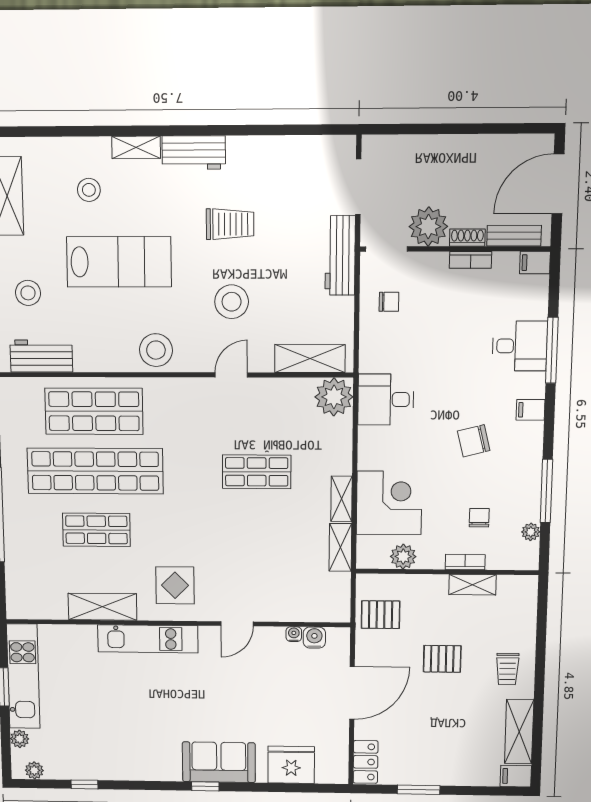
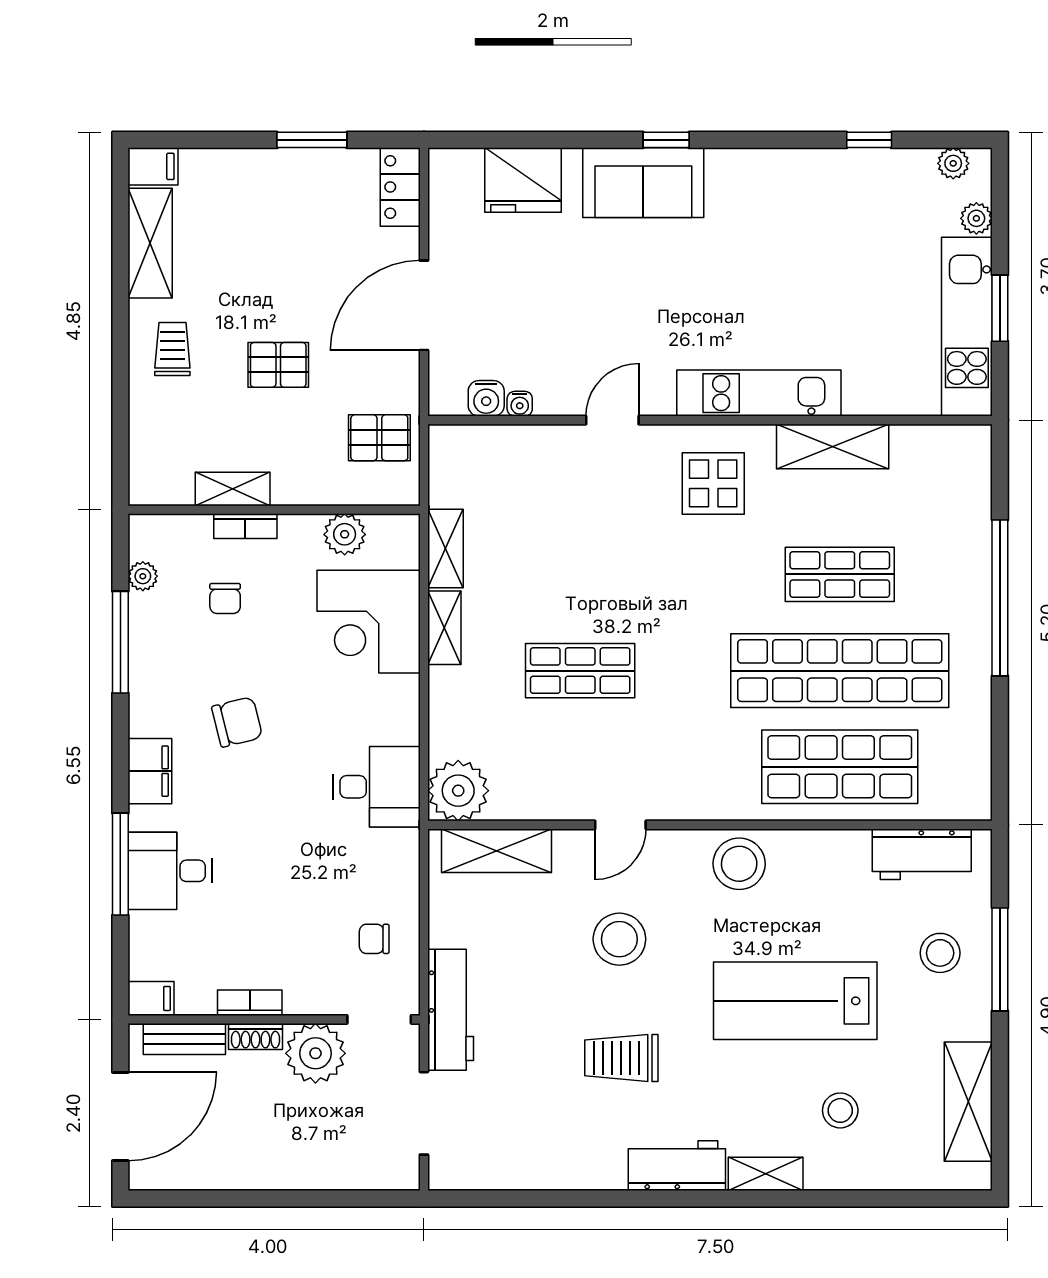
filing cabinet: (531, 410) -> (150, 771), width x2.00

